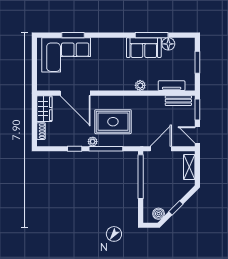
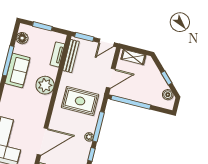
floor lamp: (168, 44) -> (22, 38), moved
plant: (140, 85) -> (45, 85), width x1.87, depth x1.87
bench: (178, 101) -> (71, 56), width x1.36
rug: (113, 122) -> (80, 101), moved, turned 90
door: (161, 149) -> (111, 78), swing flipped

